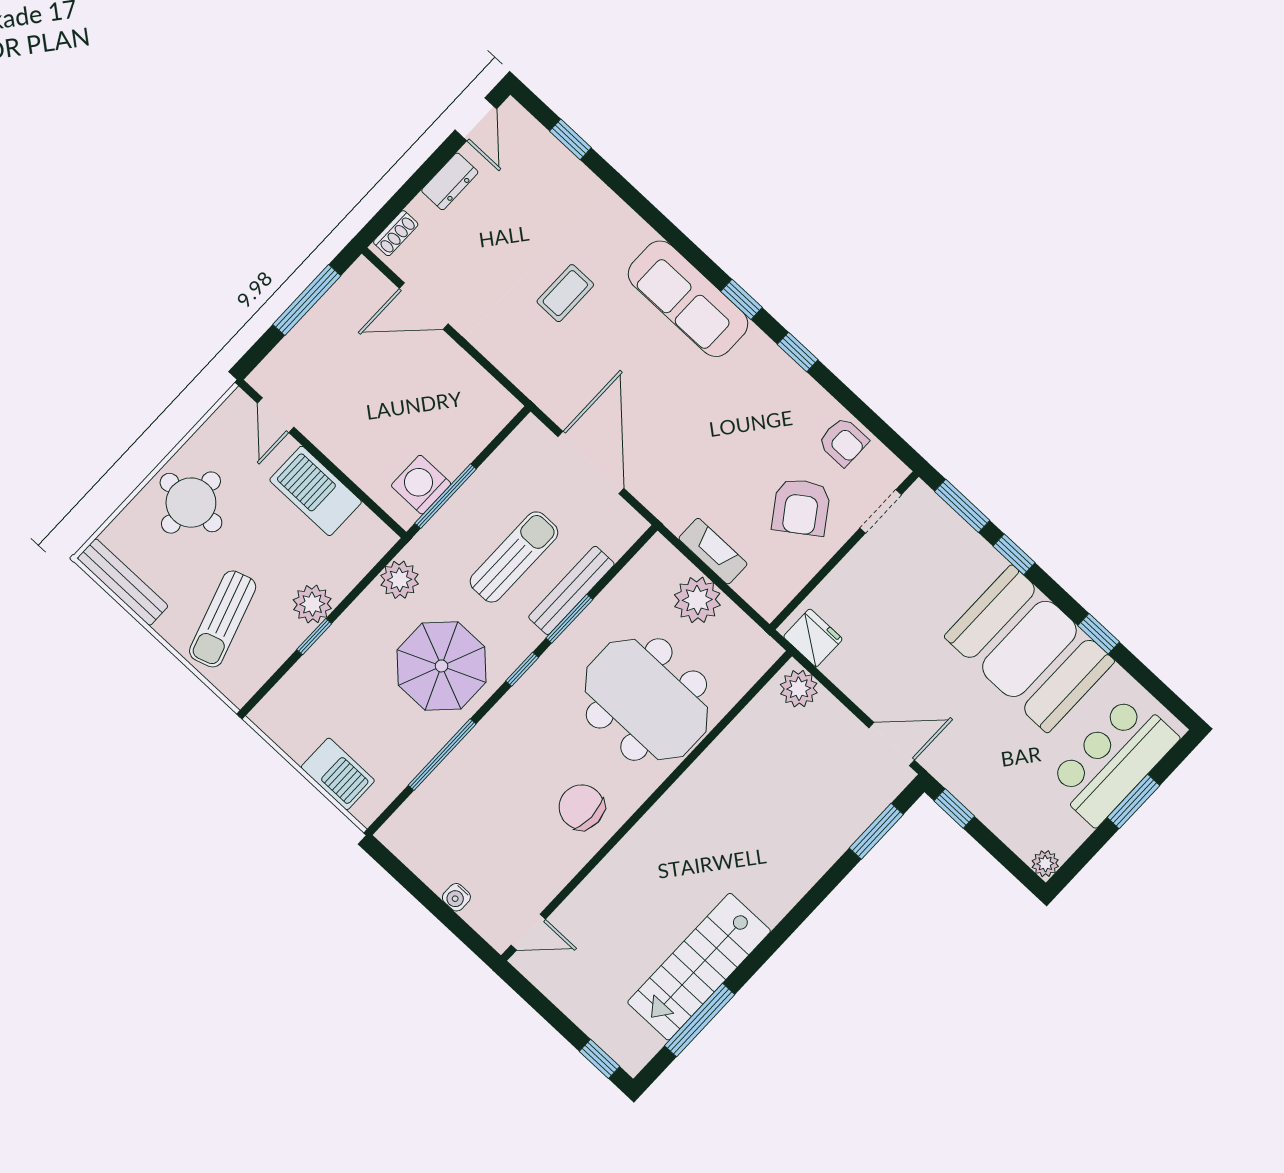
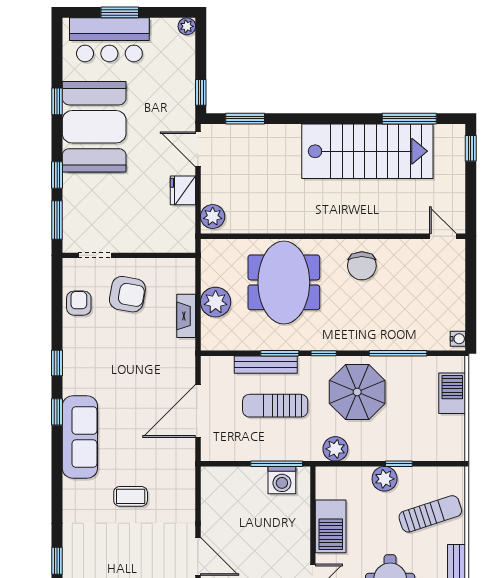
armchair: (801, 507) -> (127, 294), turned 45
fridge: (813, 638) -> (183, 190), moved
water cooler: (456, 897) -> (458, 339), moved
stairs: (699, 967) -> (367, 151), width x1.36, depth x1.51

